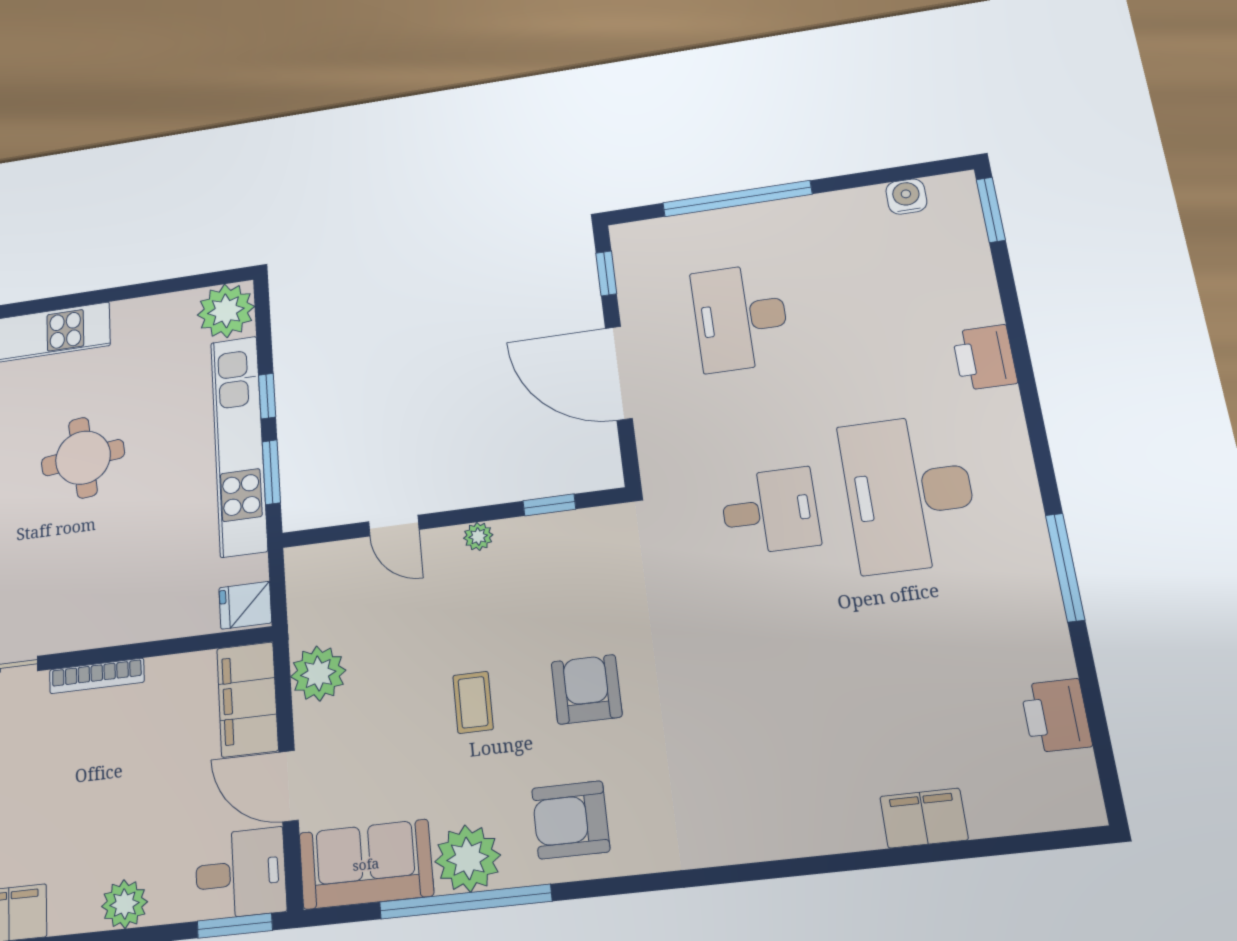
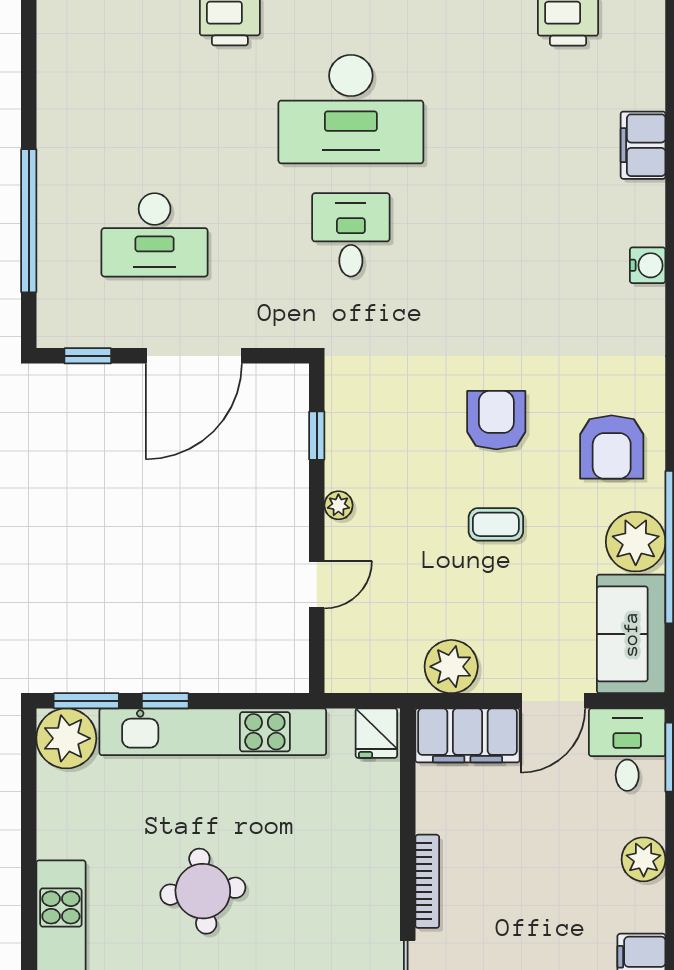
water cooler: (906, 197) -> (648, 265), moved, turned 180
window: (271, 472) -> (86, 701), moved
armchair: (587, 689) -> (496, 420), turned 90

